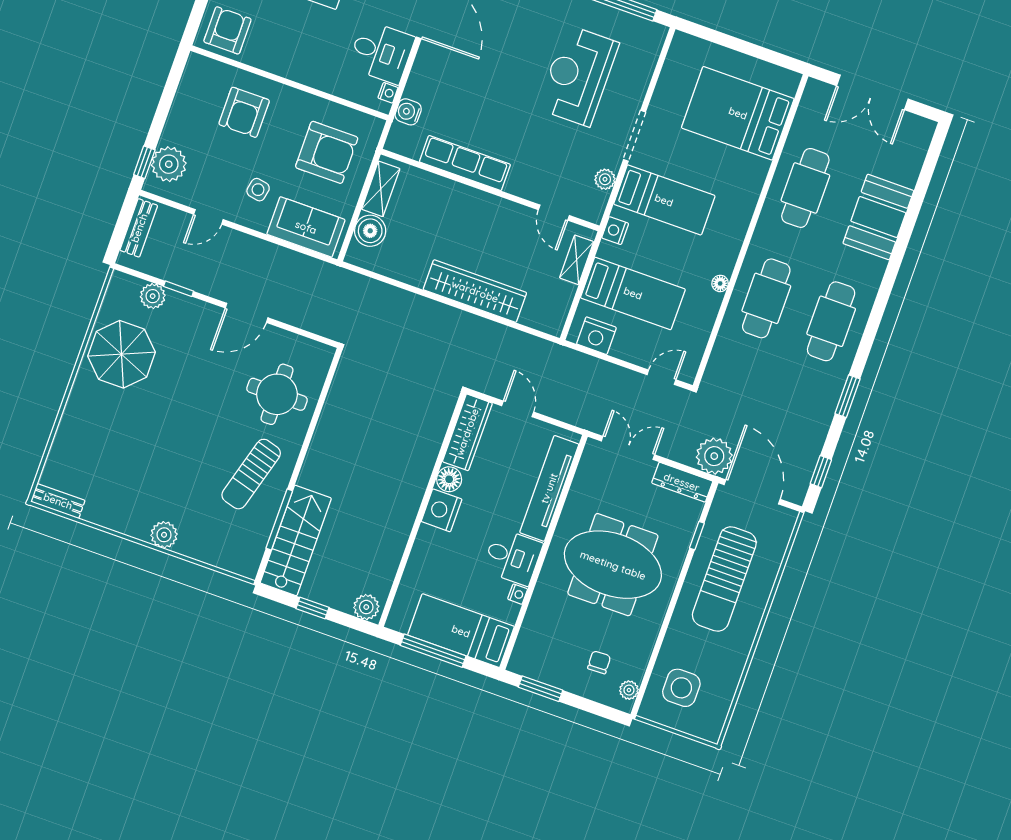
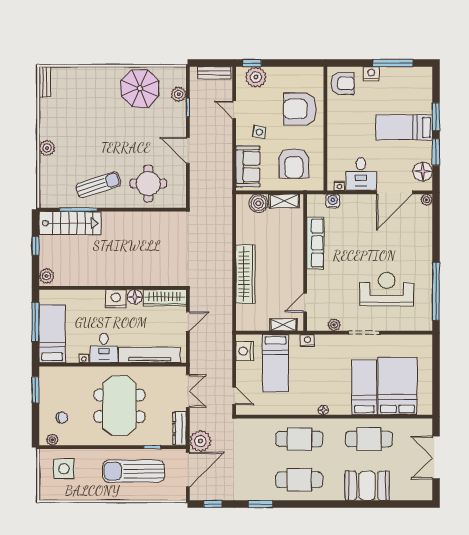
armchair: (244, 112) -> (300, 109), width x1.36, depth x1.36
bed: (664, 200) -> (364, 387), moved, turned 180
floor lamp: (720, 283) -> (323, 410), moved
sun lounger: (251, 474) -> (98, 185), turned 146

